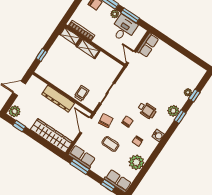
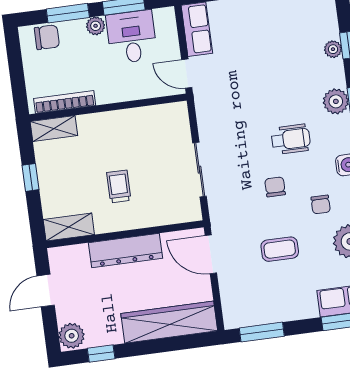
shelving: (88, 49) -> (69, 227), moved
window: (42, 55) -> (31, 177), moved
trolley: (82, 93) -> (119, 186), moved
chair: (106, 121) -> (238, 217), removed
row of seats: (82, 157) -> (251, 313), removed

